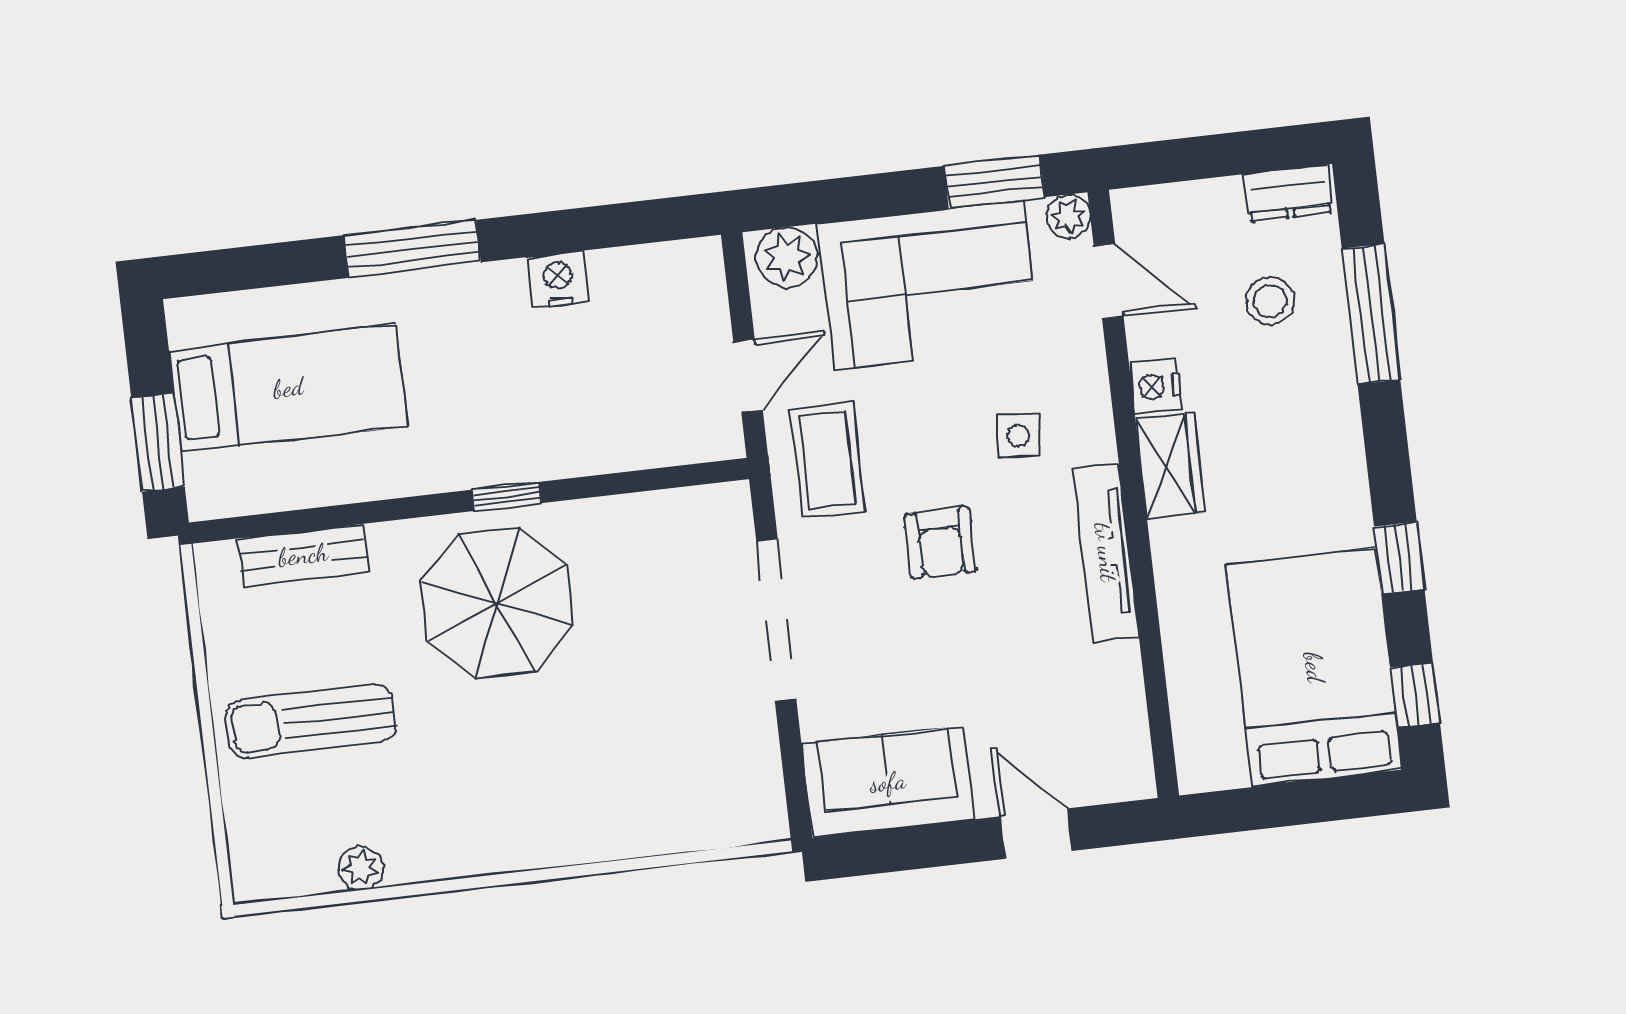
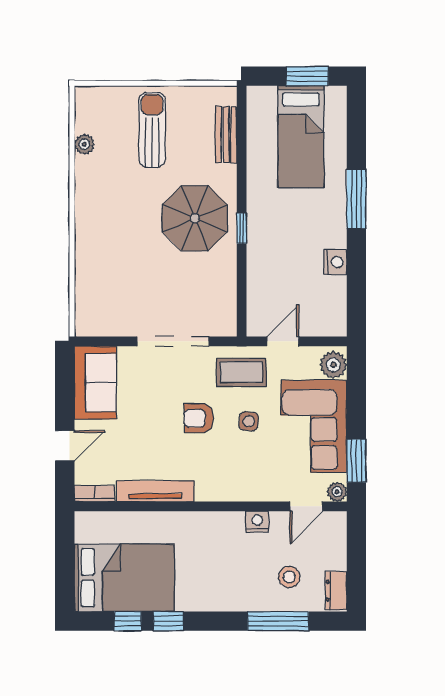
door: (748, 376) -> (283, 341), swing flipped
side table: (1018, 436) -> (249, 421), moved
window: (158, 443) -> (307, 76), moved
wardrobe: (1170, 466) -> (221, 524), removed
tv unit: (1106, 552) -> (155, 491), moved
window: (1415, 695) -> (128, 621), moved
bookcase: (1135, 755) -> (94, 494), added

